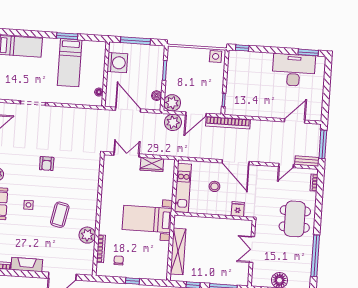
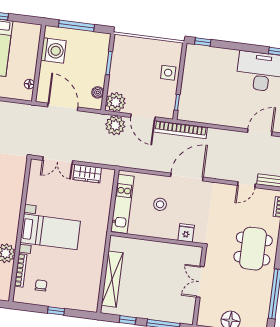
side table: (216, 56) -> (168, 73), moved
door: (196, 114) -> (143, 117), hinge flipped
double door: (126, 155) -> (58, 160), swing flipped
door: (236, 162) -> (187, 177), swing flipped
bed with nightstands: (147, 219) -> (50, 232), moved, turned 180

